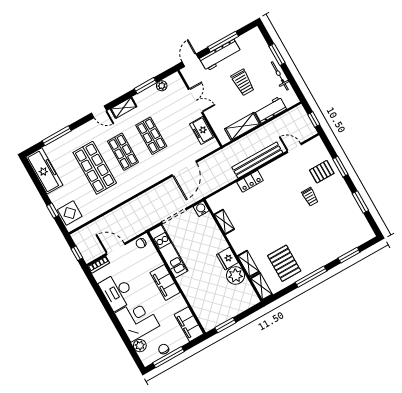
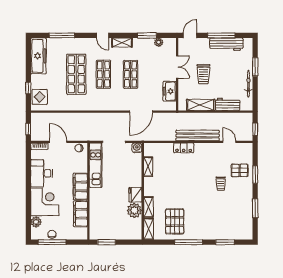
workbench: (220, 55) -> (226, 44), moved
trolley: (243, 82) -> (203, 74), moved
filing cabinet: (189, 324) -> (80, 214), moved

